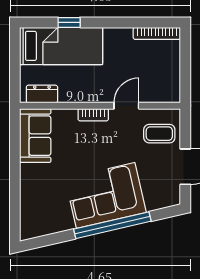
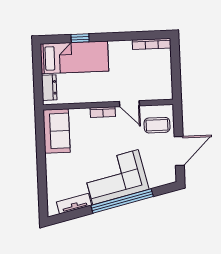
dresser: (42, 94) -> (49, 88), moved, turned 90
door: (126, 106) -> (129, 104), swing flipped
tv unit: (53, 226) -> (74, 204), added

